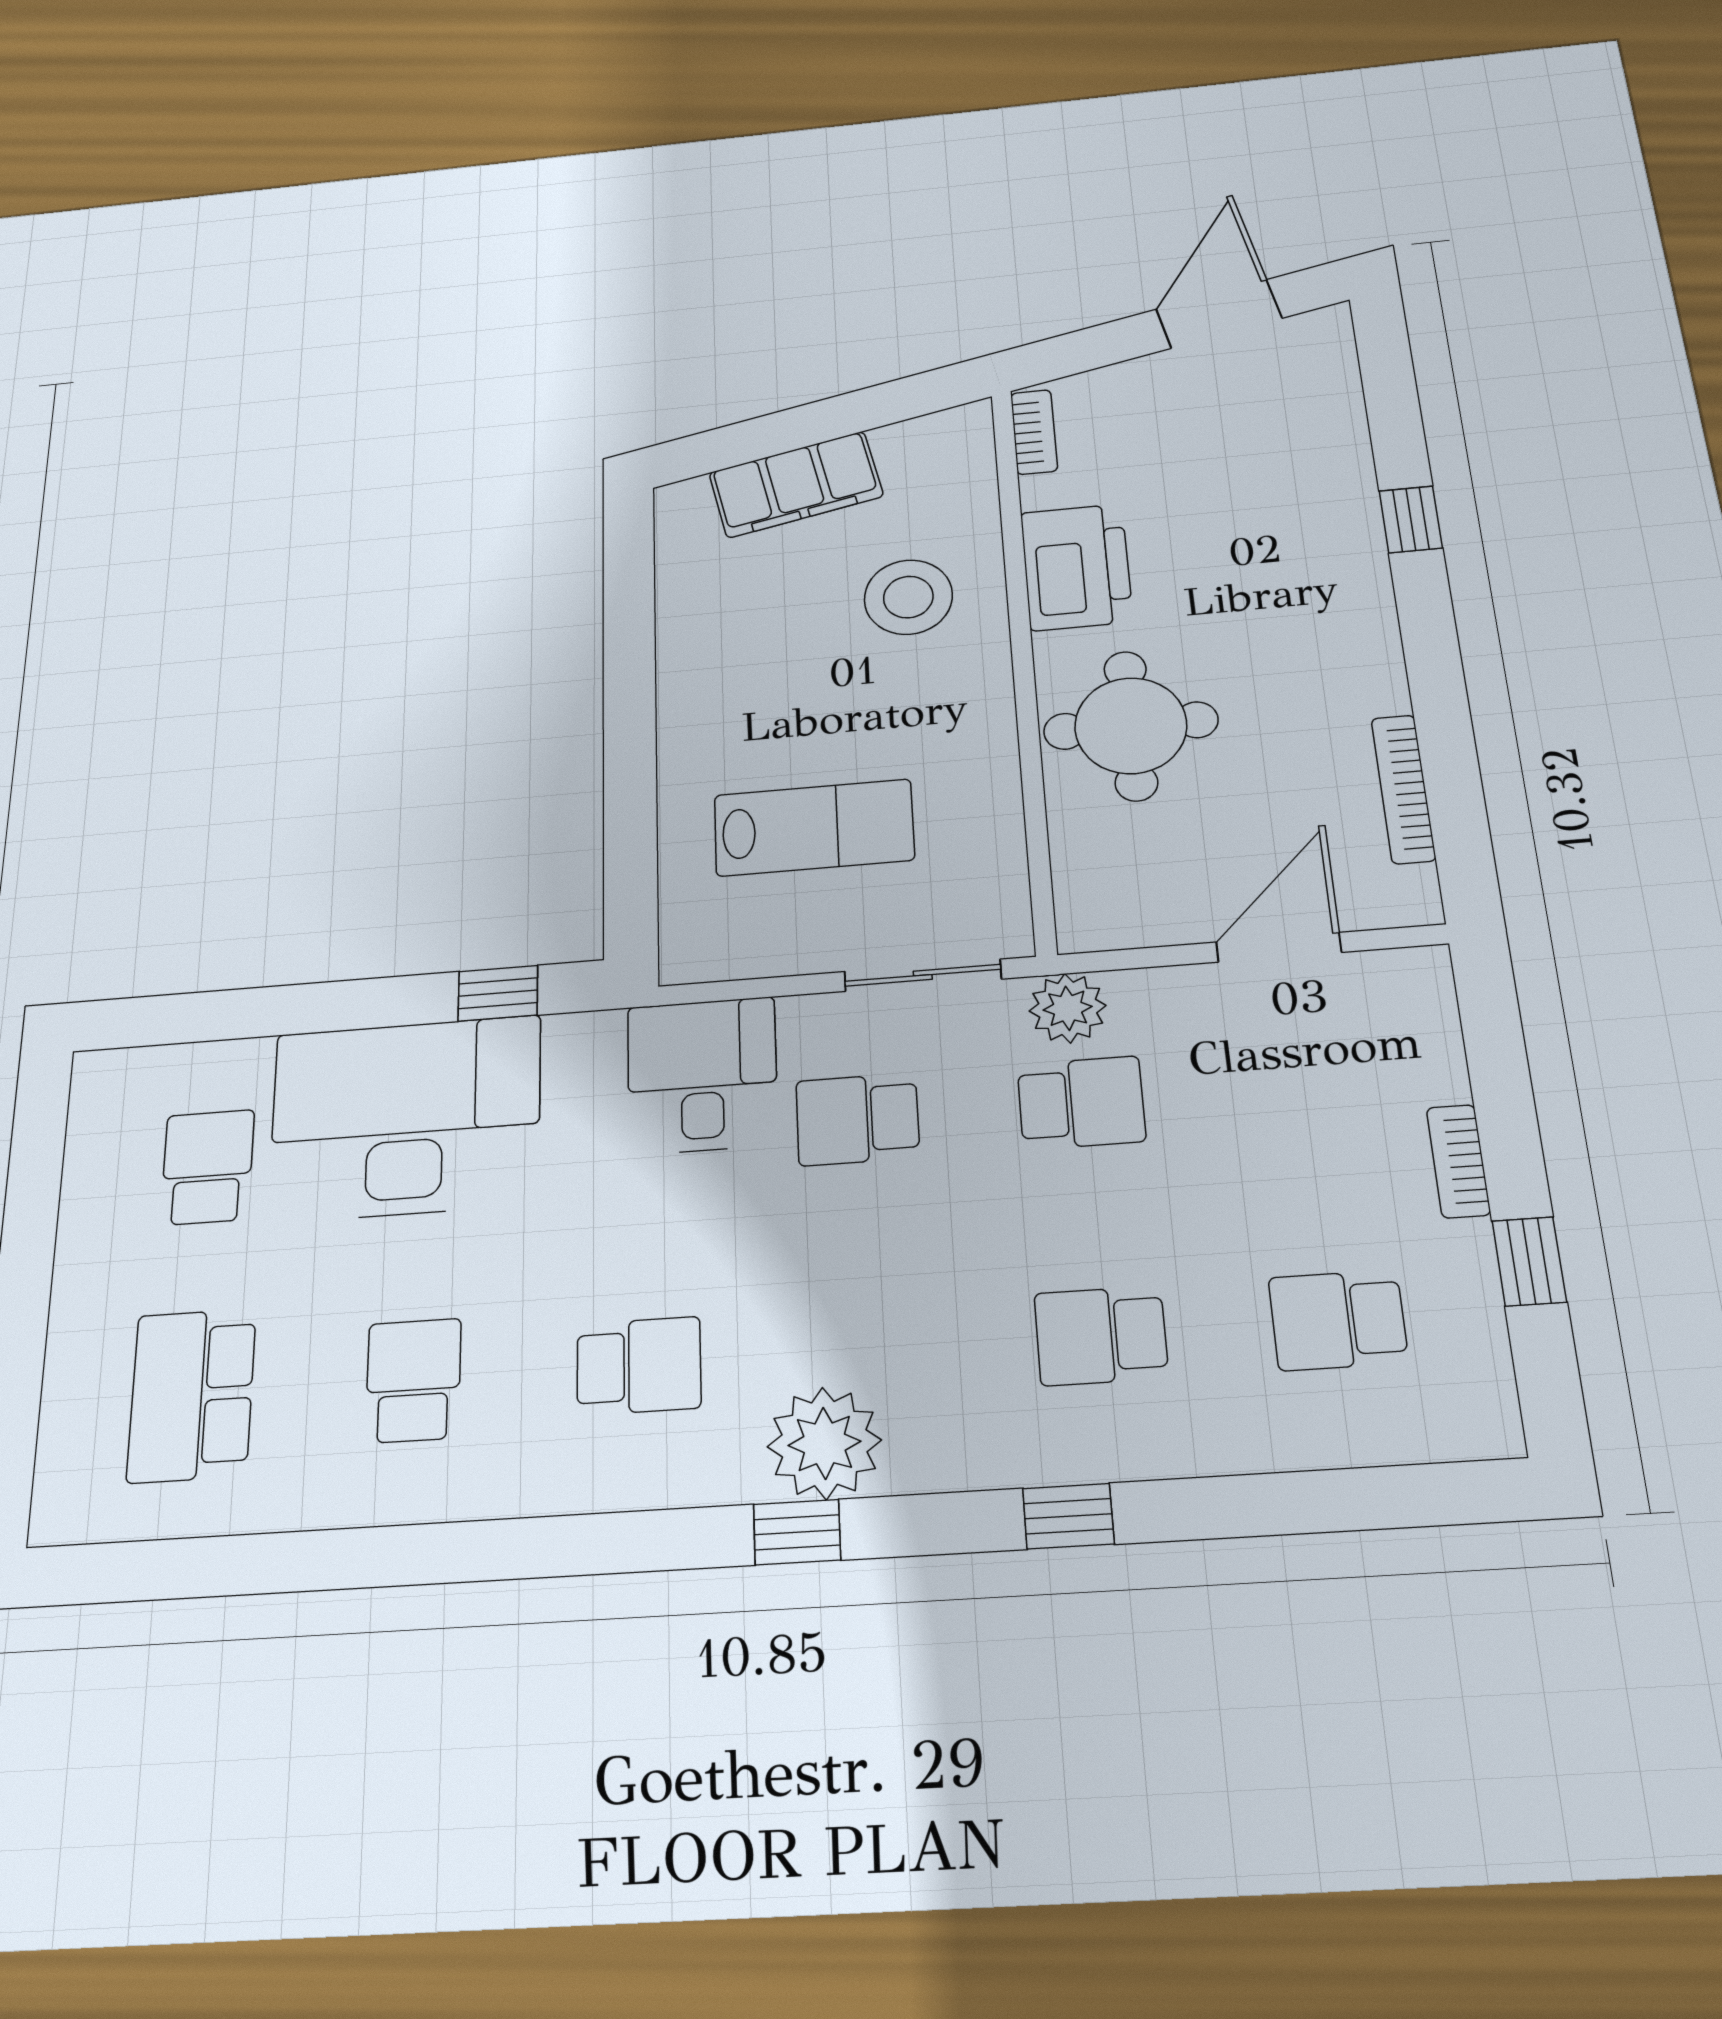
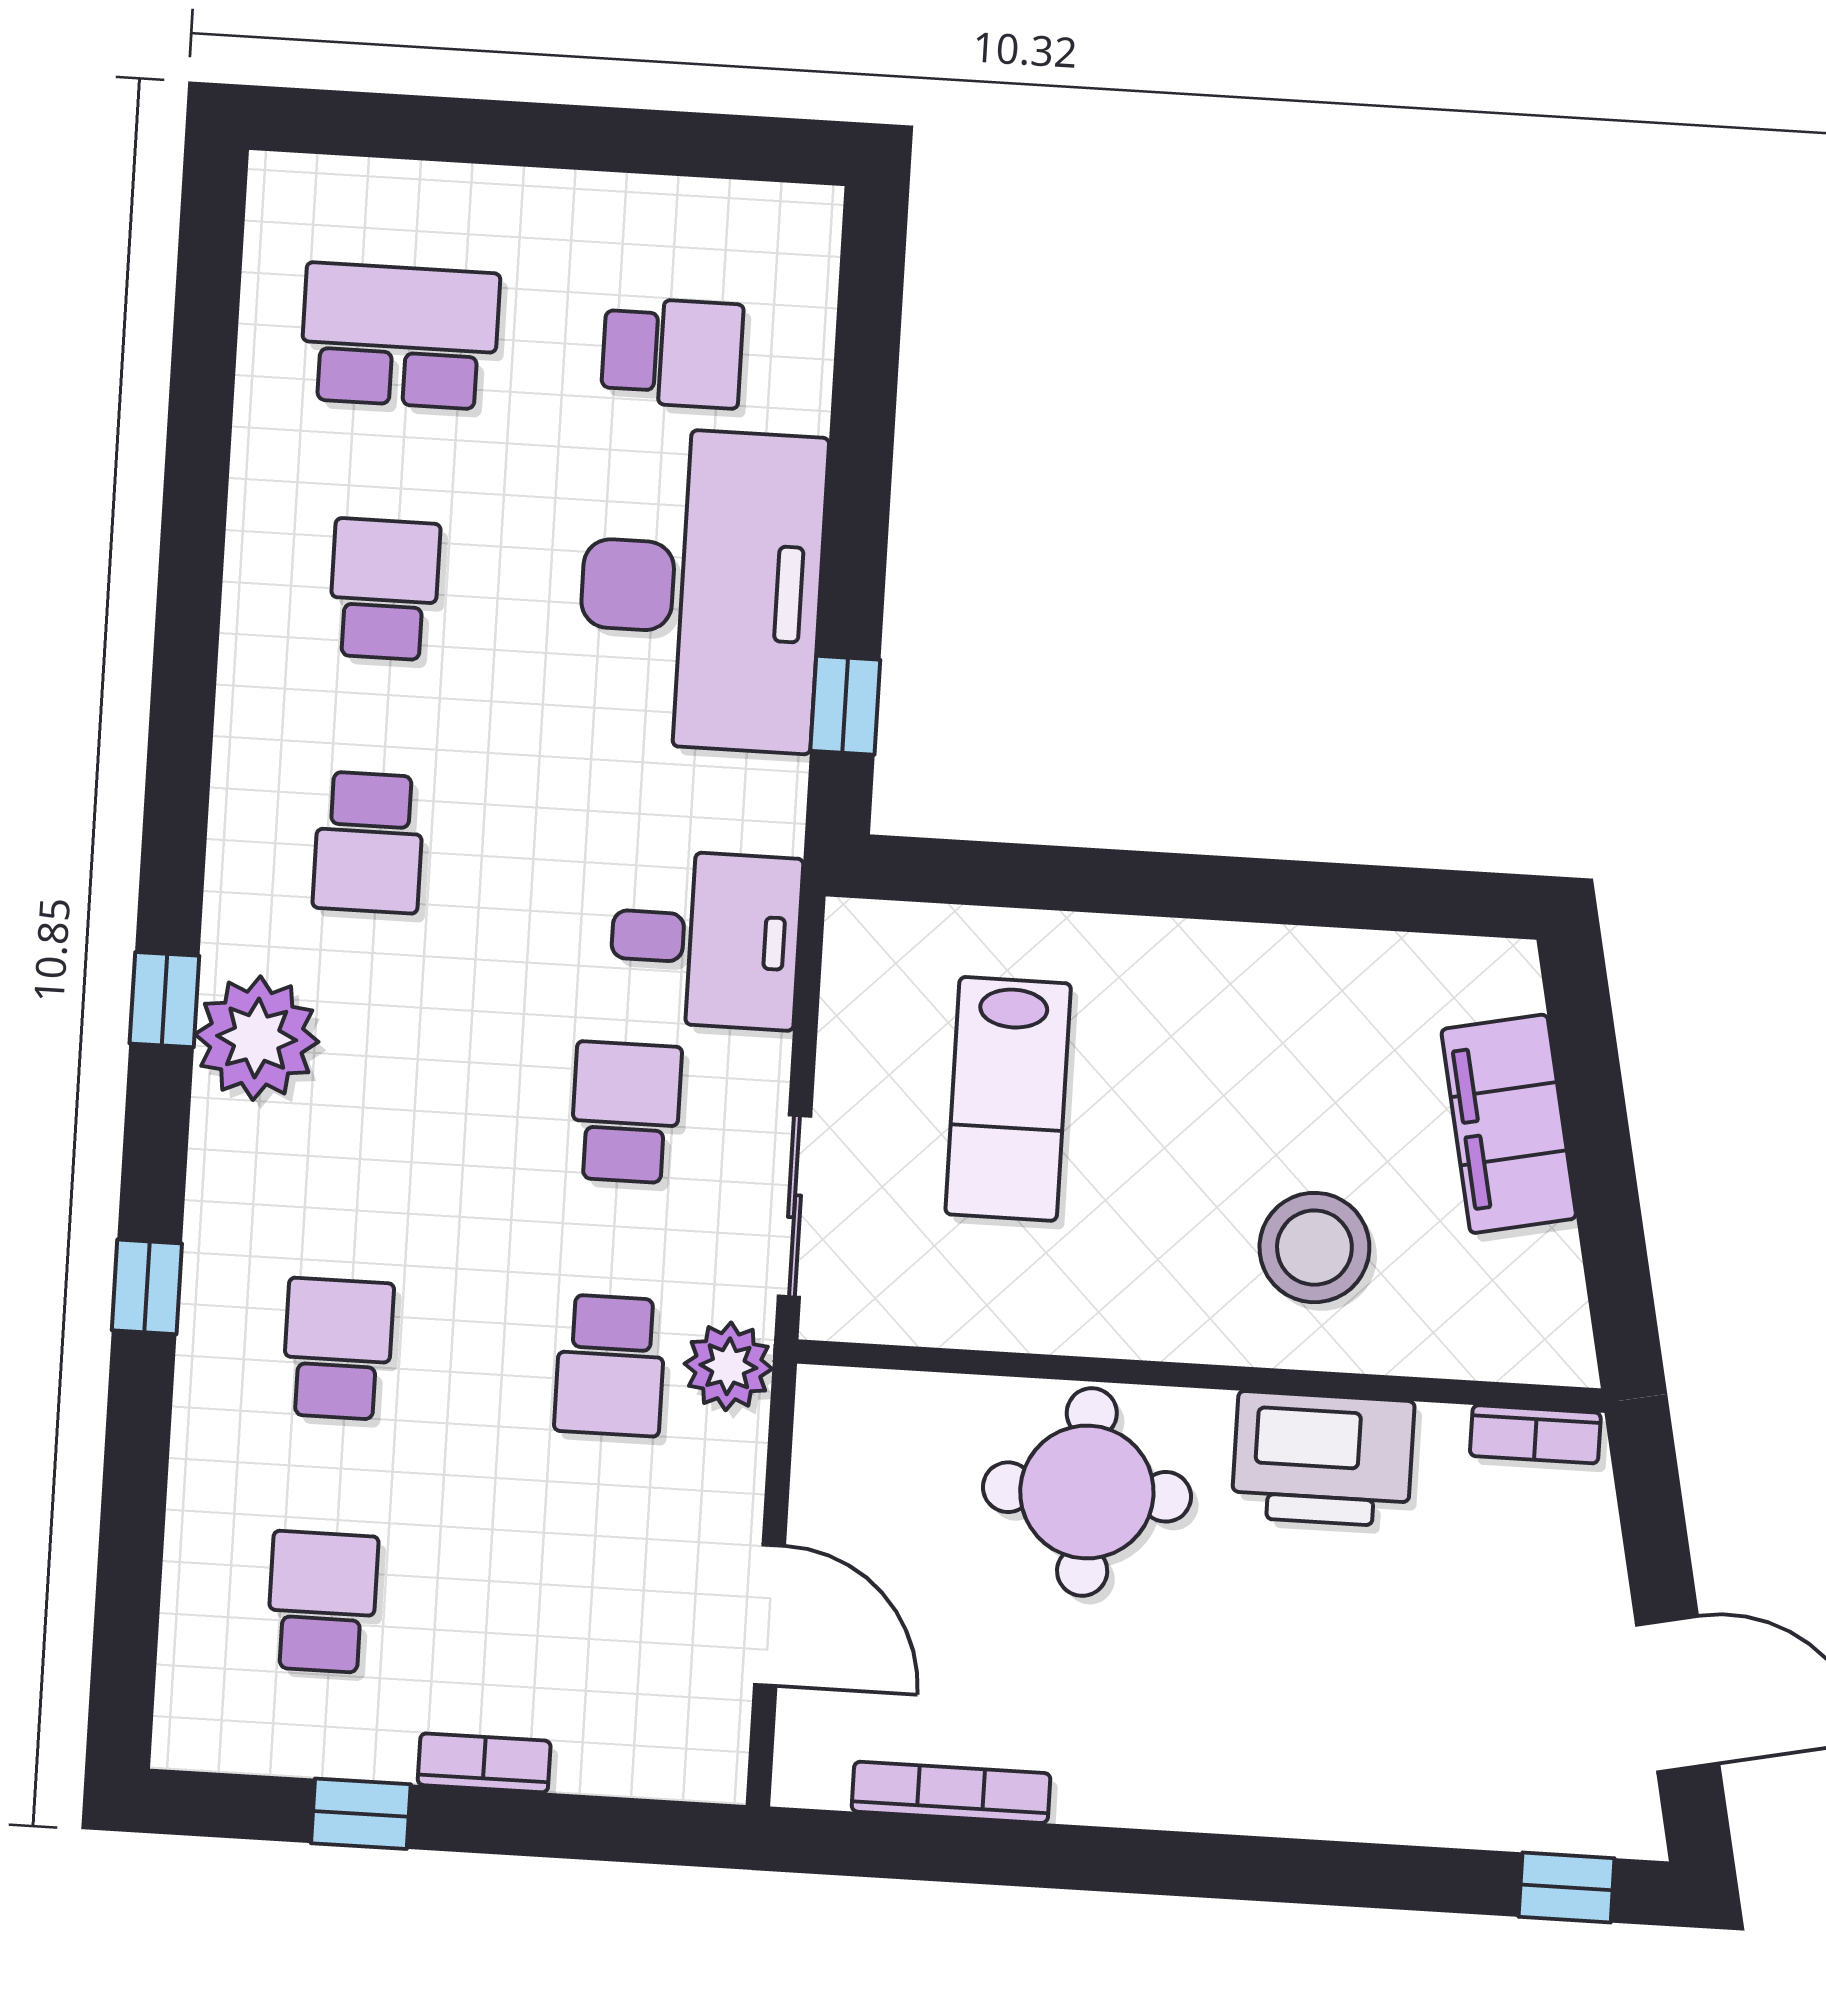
window: (1411, 519) -> (1567, 1888), moved
school desk: (413, 1381) -> (384, 589), turned -90

